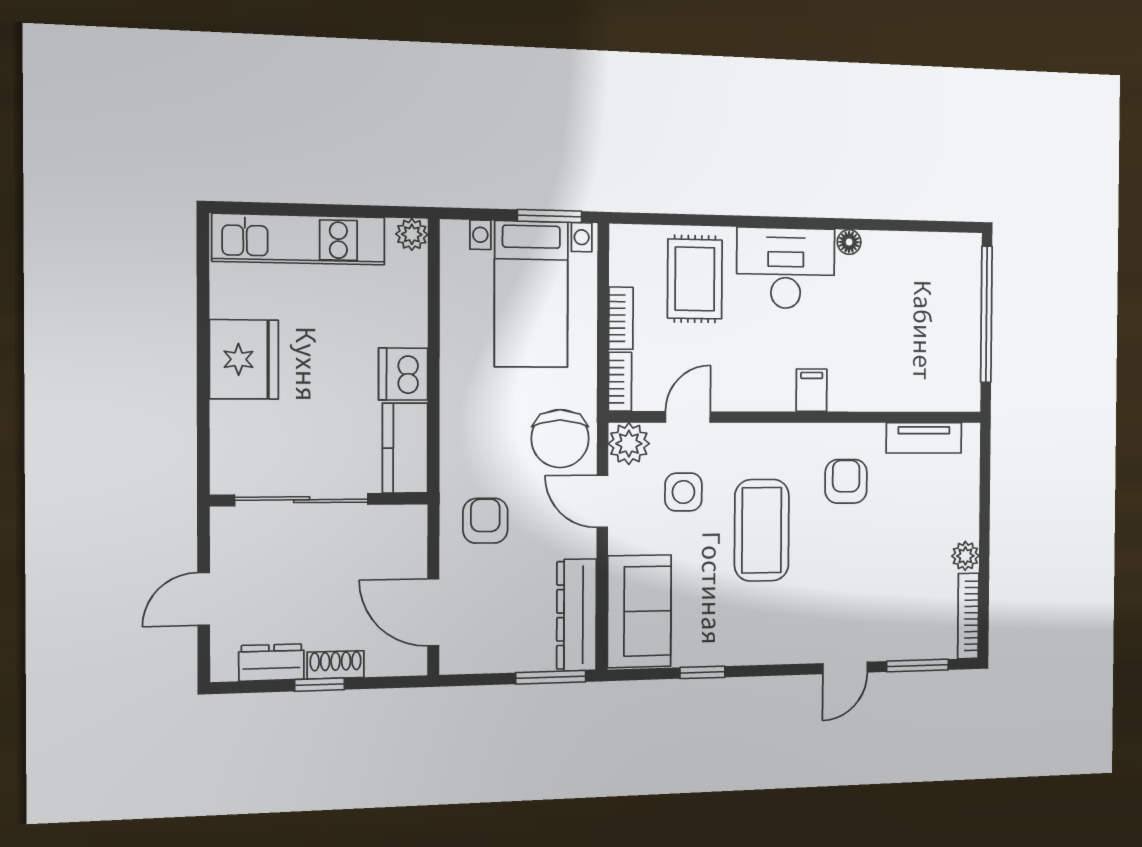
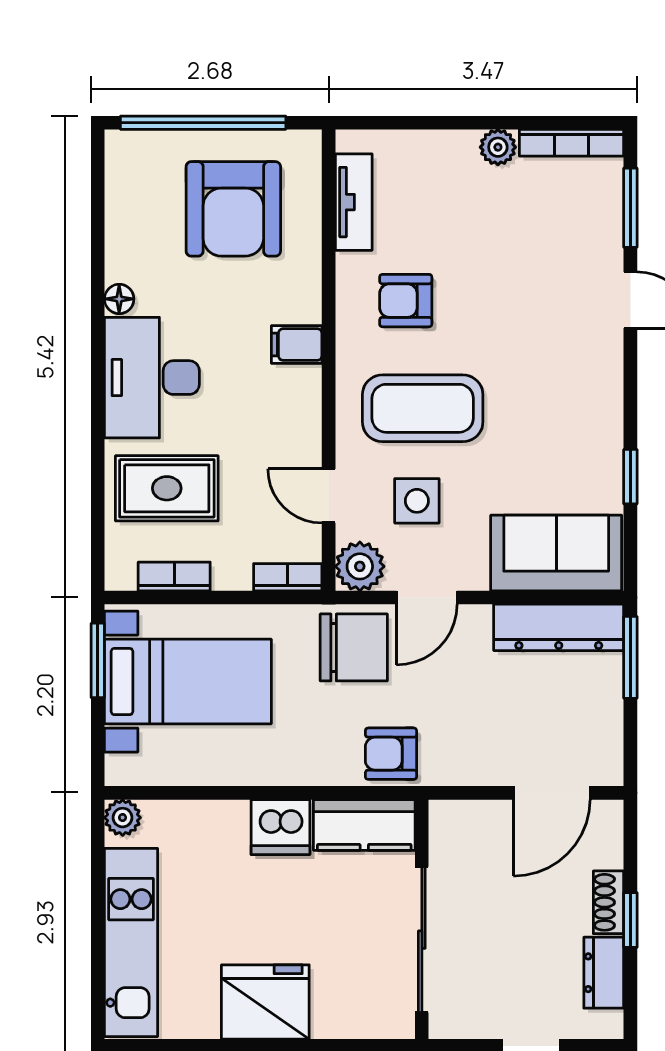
bookcase: (621, 318) -> (174, 576), moved
armchair: (919, 338) -> (233, 209), added
armchair: (485, 521) -> (391, 754), moved
coffee table: (762, 530) -> (423, 408), moved

